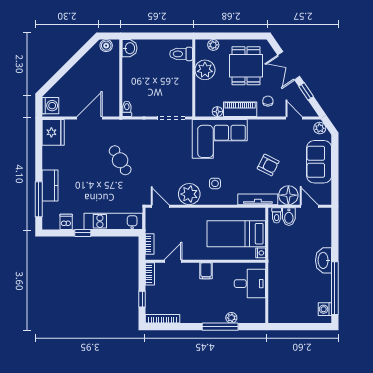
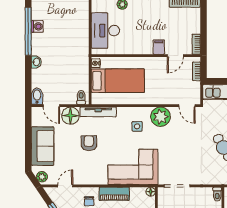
floor lamp: (217, 112) -> (151, 192), moved
door: (294, 118) -> (65, 186), swing flipped
armchair: (268, 165) -> (89, 143), turned 63
bidet: (289, 217) -> (37, 96), moved
washbasin: (324, 260) -> (36, 62), width x0.52, depth x0.69
filing cabinet: (206, 271) -> (159, 47), moved
desk: (250, 284) -> (105, 31), width x1.37
window: (142, 299) -> (203, 21), removed
washing machine: (325, 309) -> (37, 26), moved

